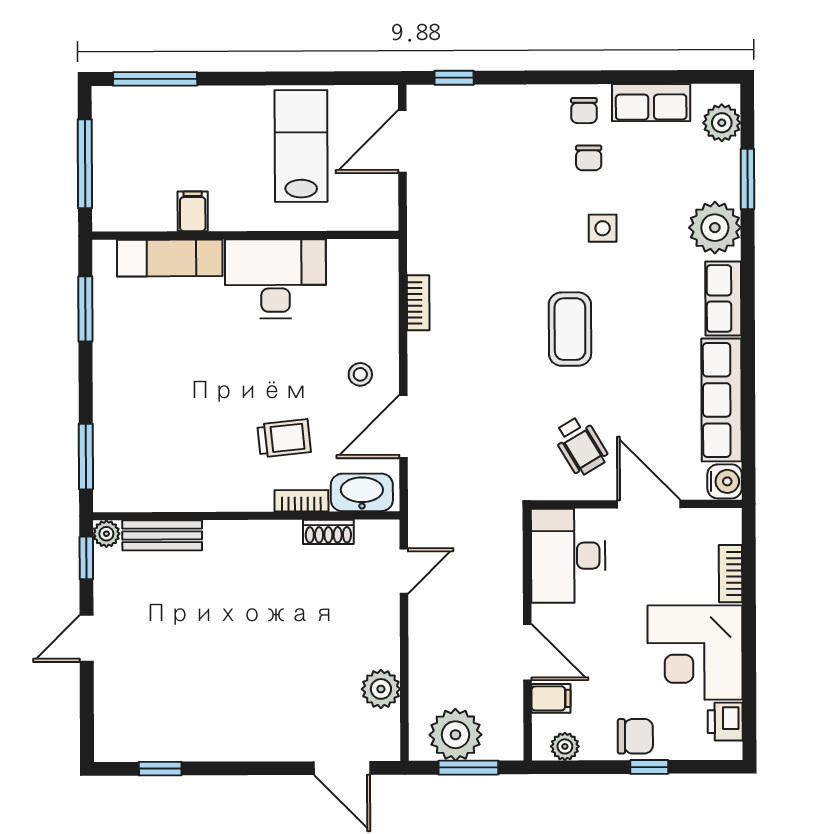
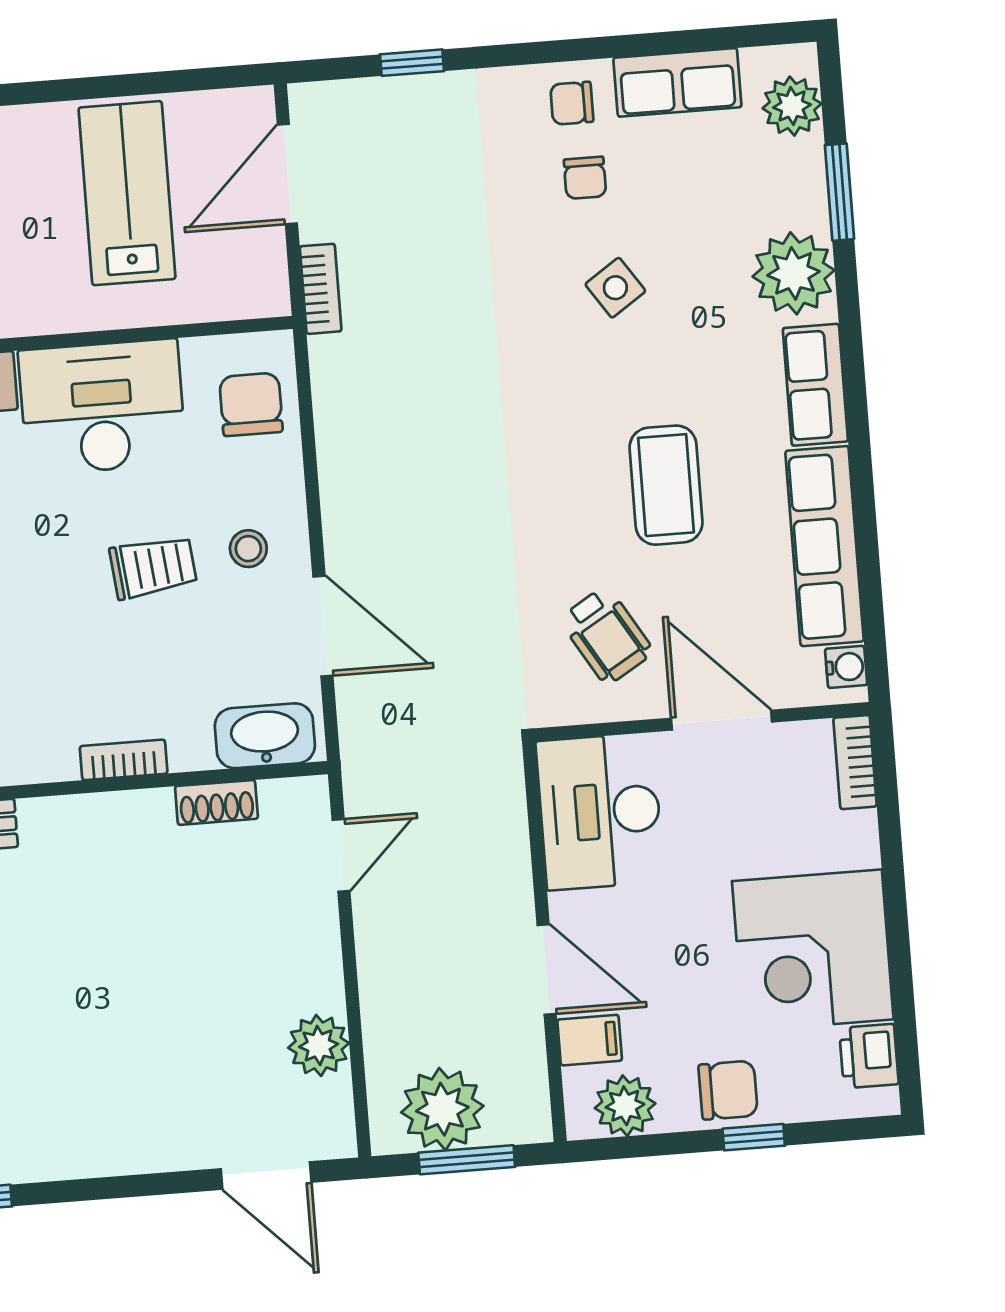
window: (454, 78) -> (412, 63), moved
chair: (584, 111) -> (572, 103), turned 90
side table: (603, 228) -> (615, 288), turned -34
chair: (369, 284) -> (251, 404), added
bookcase: (418, 303) -> (321, 289), moved
coffee table: (570, 329) -> (666, 485), moved
door: (403, 427) -> (323, 626), swing flipped
trolley: (284, 438) -> (153, 567), moved
water cooler: (725, 481) -> (846, 667), width x0.72, depth x0.72
bookcase: (301, 501) -> (124, 760), moved
bookcase: (730, 574) -> (855, 762), moved
plant: (565, 746) -> (625, 1106), width x1.38, depth x1.38

